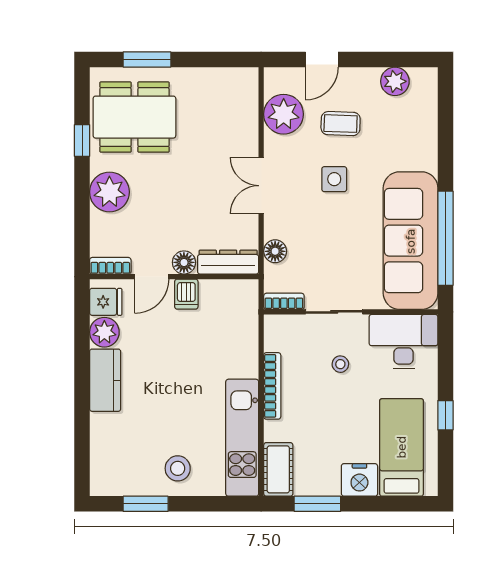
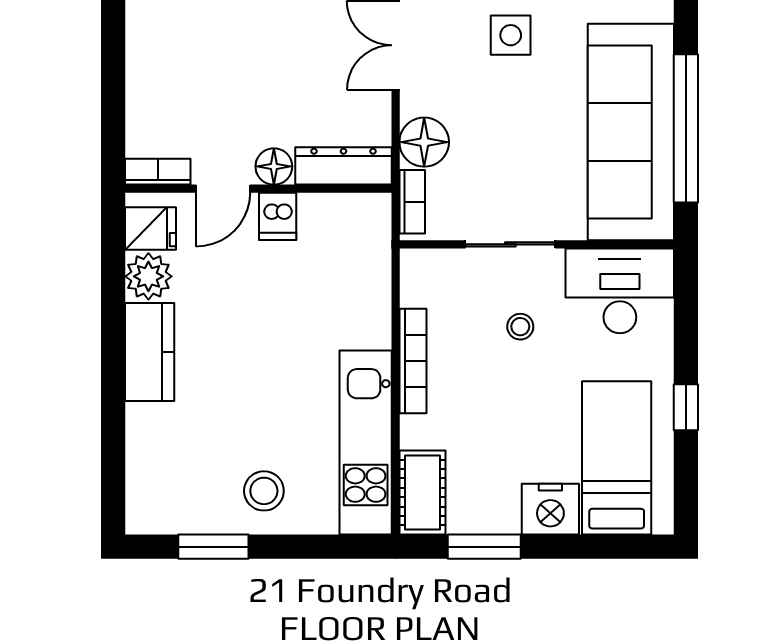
plant: (109, 192) -> (156, 55), removed
floor lamp: (275, 251) -> (424, 142), width x1.38, depth x1.38
bookcase: (284, 301) -> (412, 202), moved, turned 90

